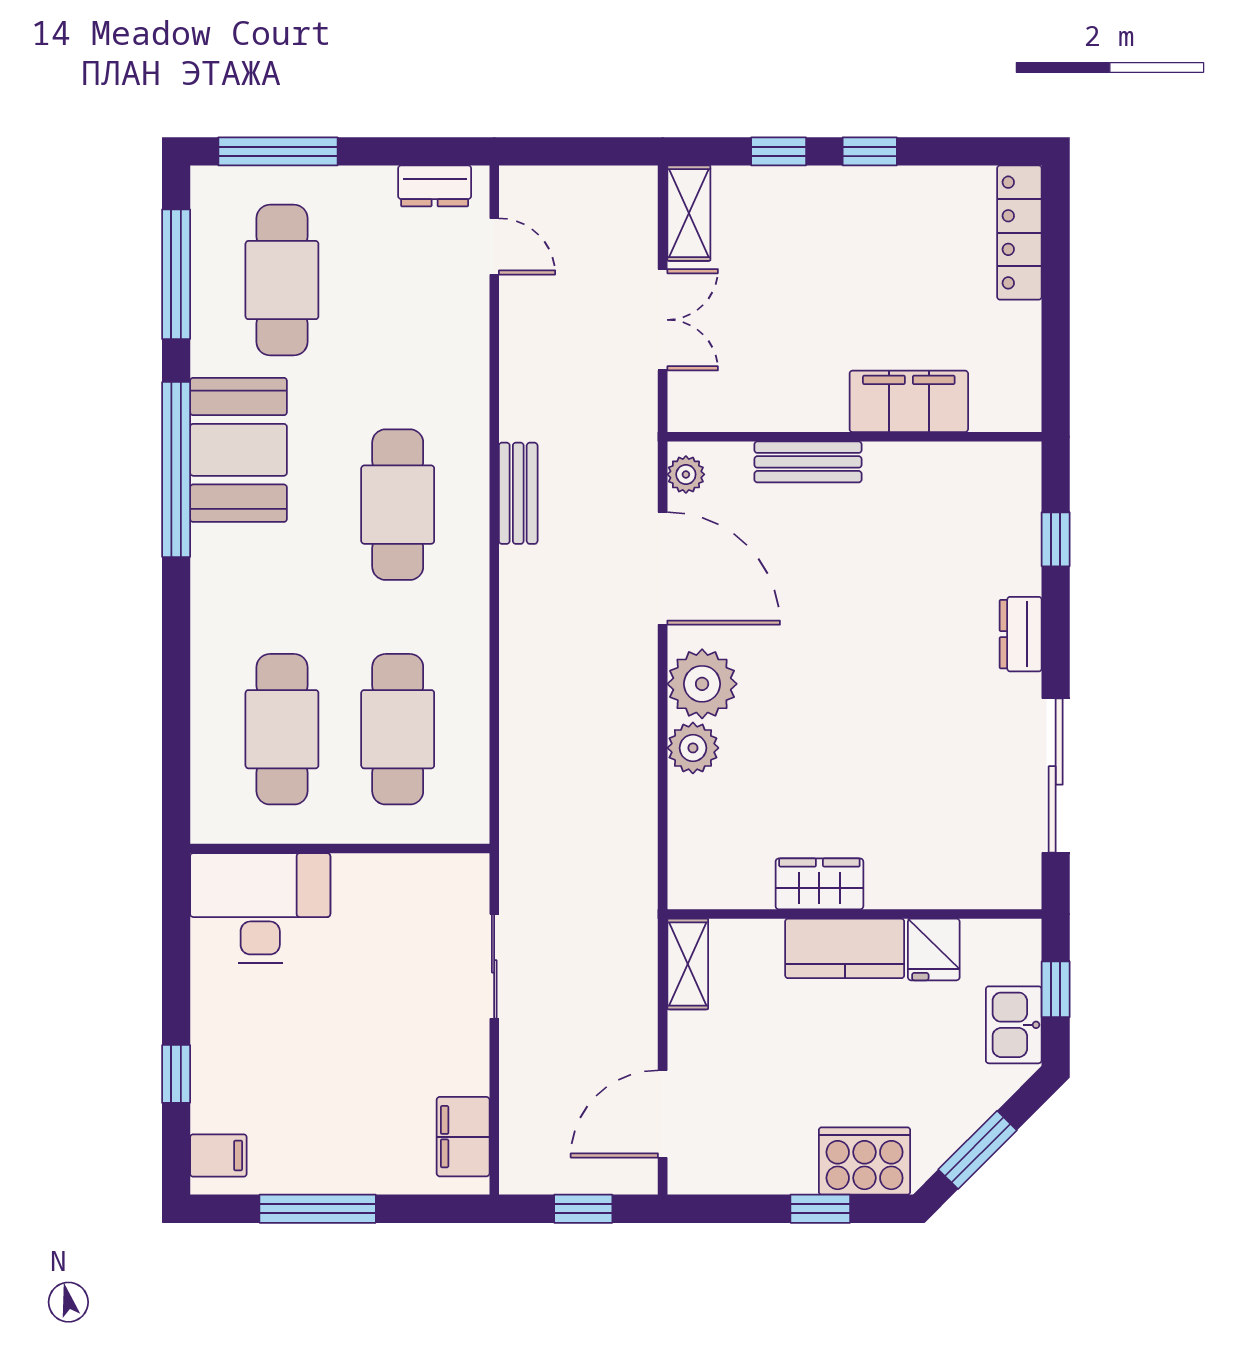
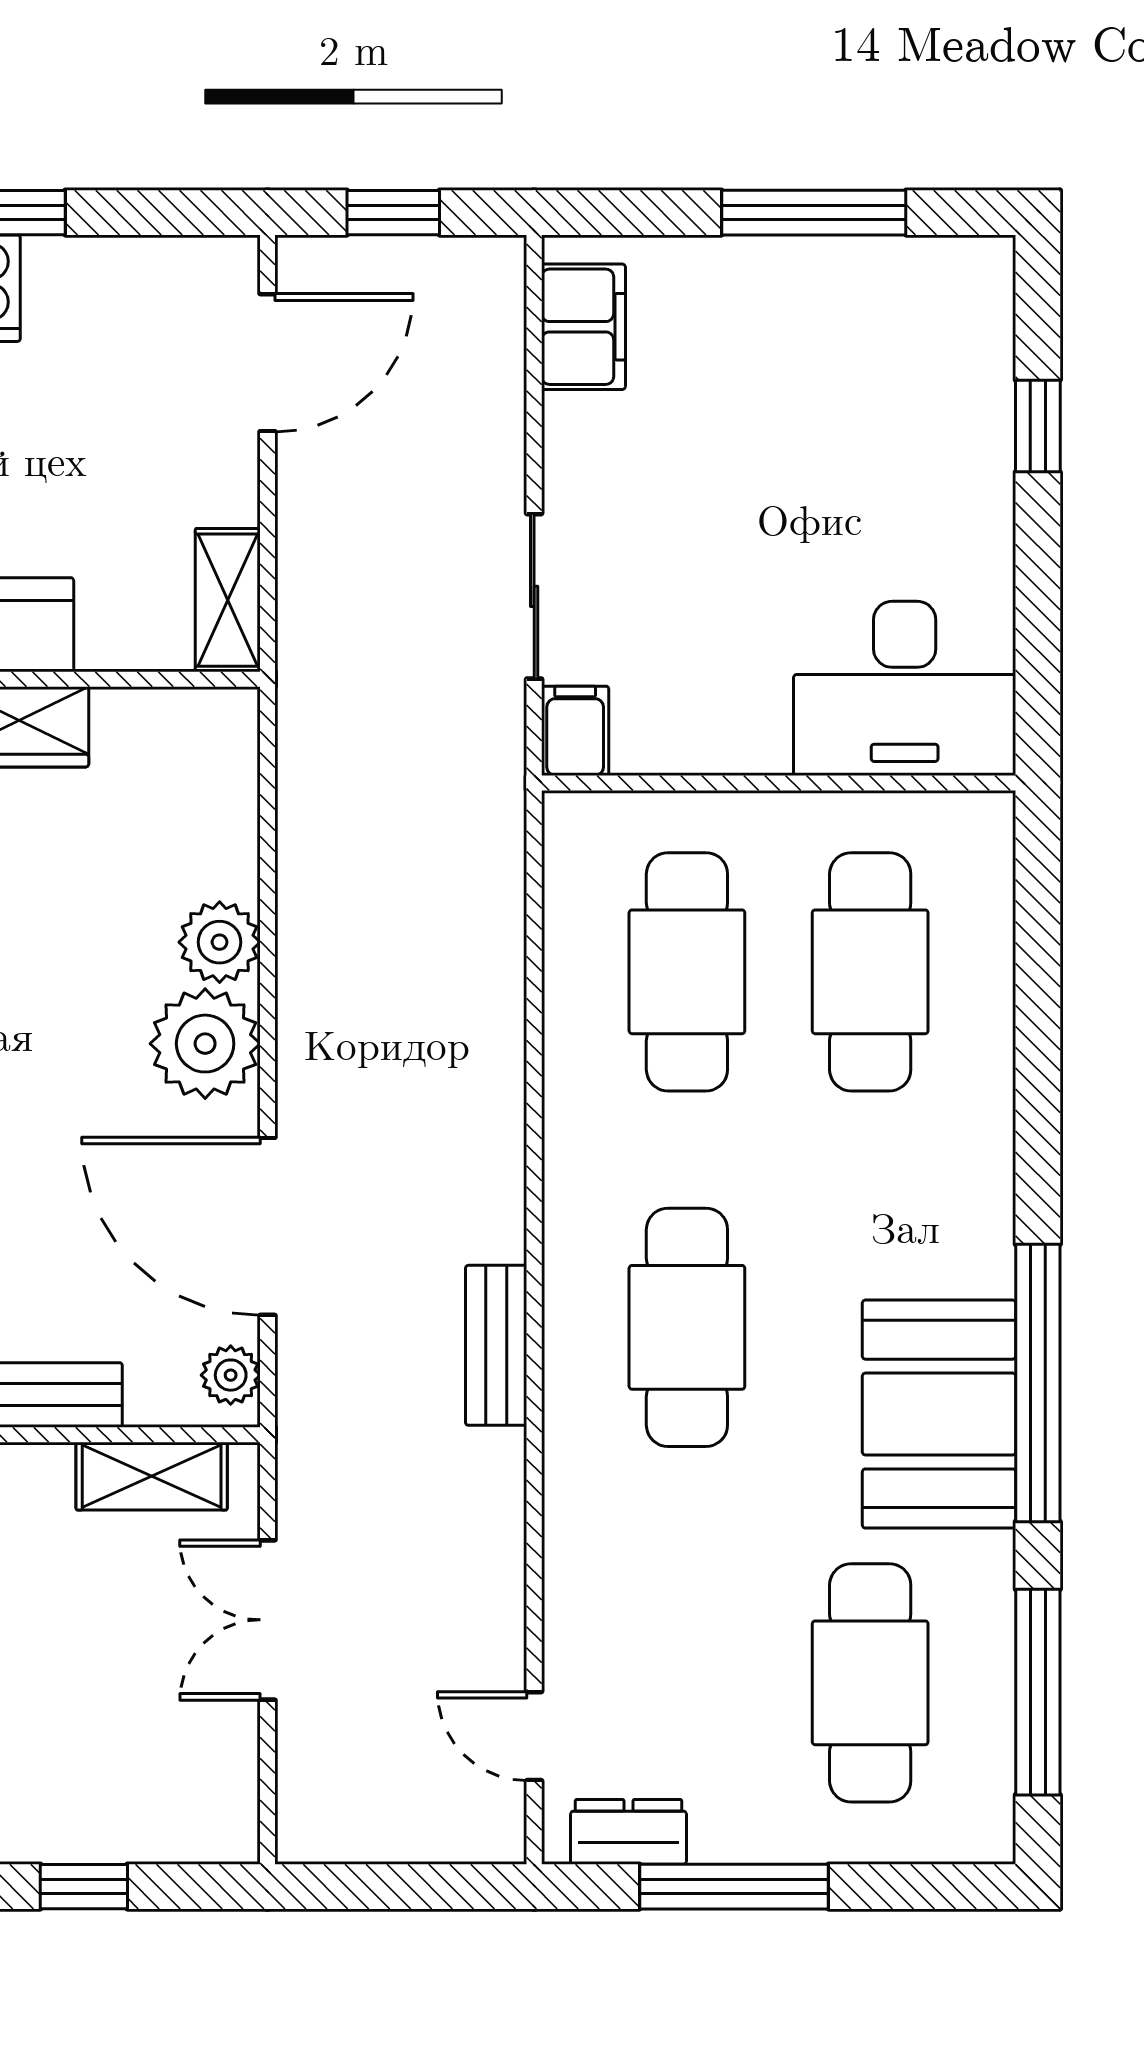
window: (278, 151) -> (734, 1887), moved
shelving: (689, 213) -> (152, 1476), moved, turned 90
filing cabinet: (218, 1155) -> (575, 731), moved, turned 90

